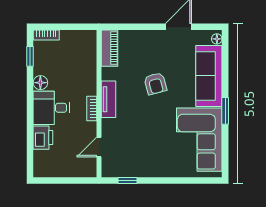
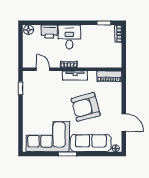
floor lamp: (40, 83) -> (29, 30), moved
armchair: (155, 84) -> (86, 107), width x1.88, depth x1.88

